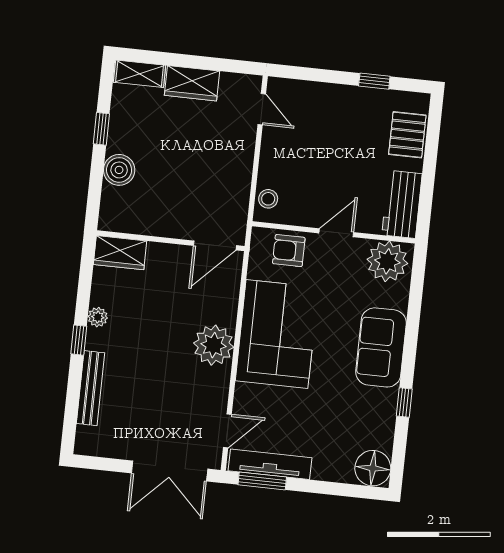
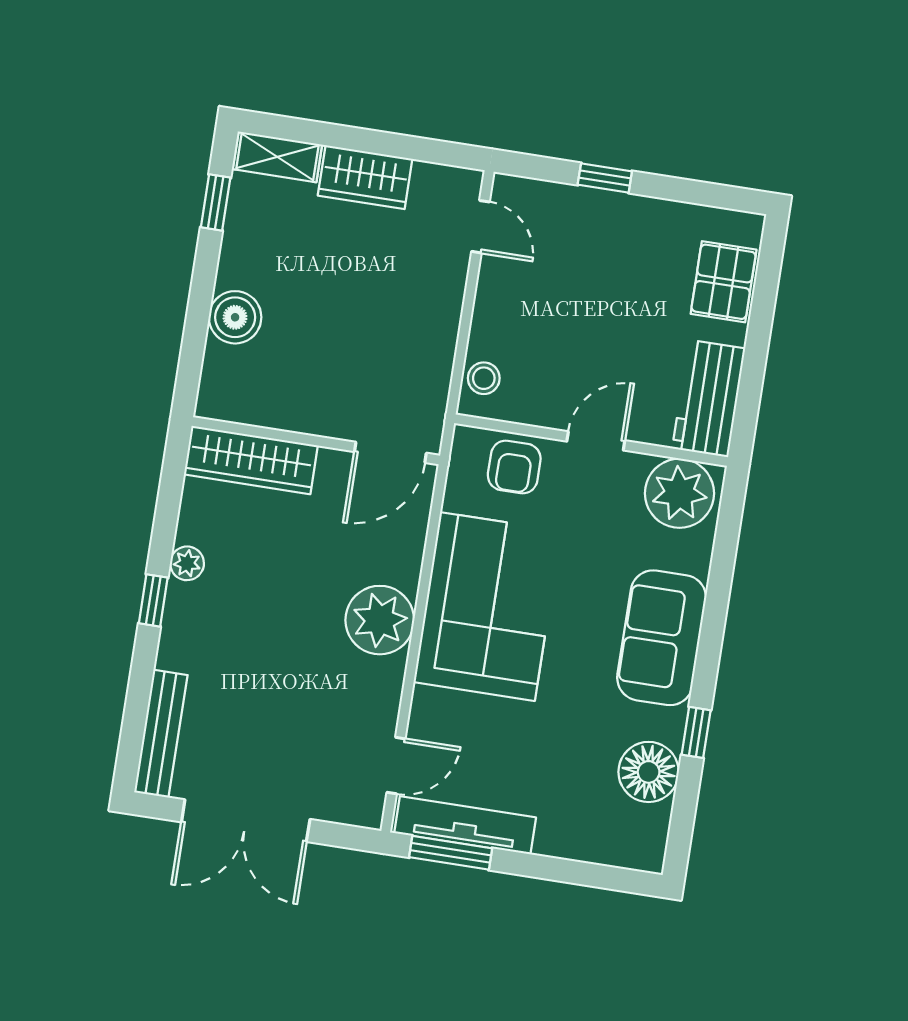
window: (374, 81) -> (605, 178), moved
window: (101, 129) -> (216, 202), moved
armchair: (289, 251) -> (514, 467), turned -90
wardrobe: (120, 253) -> (251, 460), width x1.50
bench: (90, 388) -> (161, 734), moved
floor lamp: (373, 468) -> (649, 772), moved
double door: (170, 471) -> (246, 821), moved

